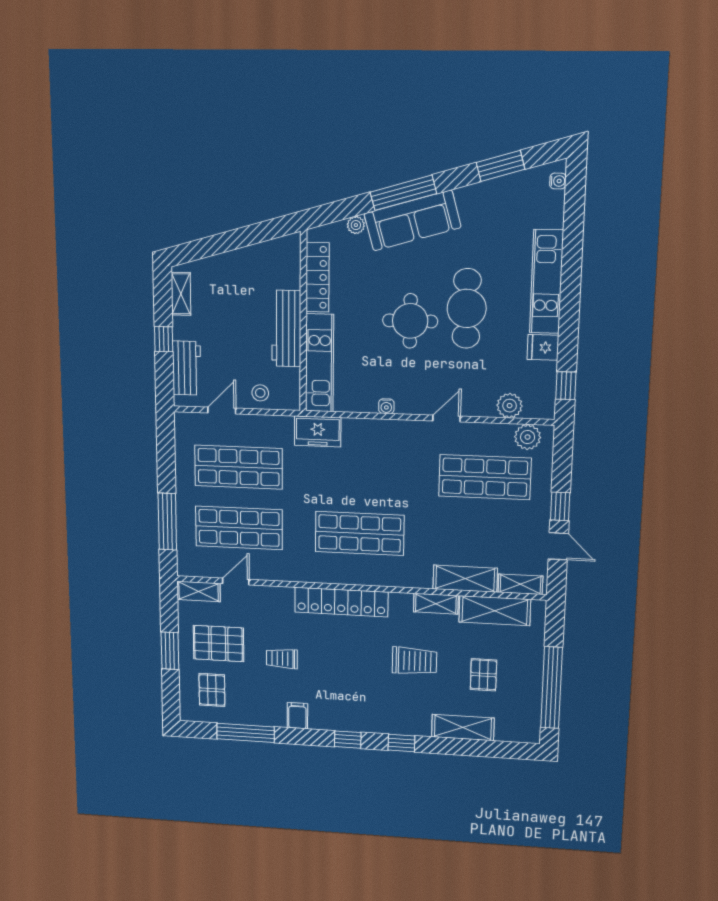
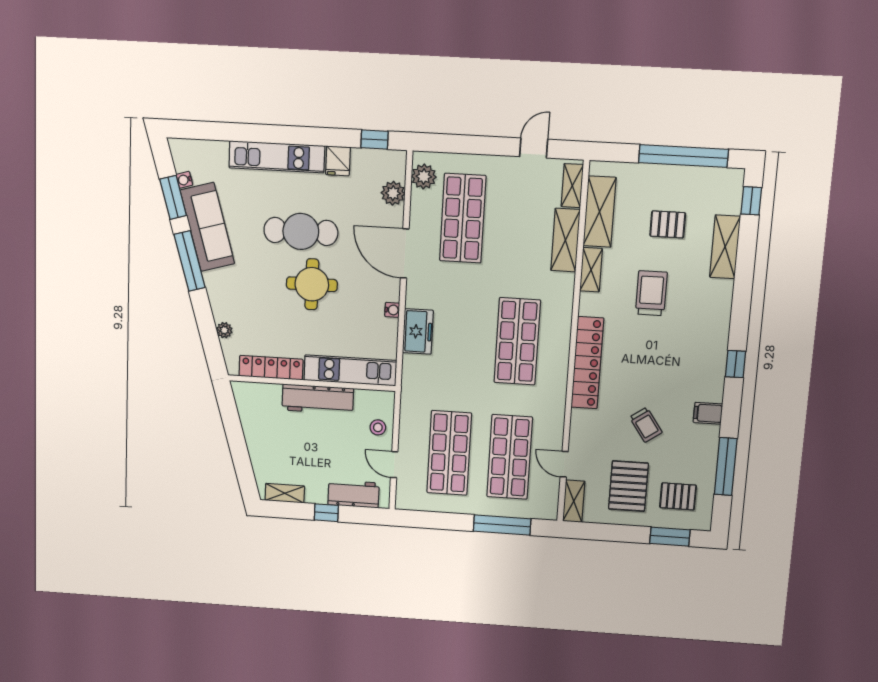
water cooler: (558, 181) -> (184, 180), moved, turned -106
window: (403, 193) -> (190, 261), moved
sofa: (412, 221) -> (207, 227), moved
door: (446, 419) -> (405, 253), width x1.88
freezer: (318, 431) -> (418, 331), moved
window: (560, 506) -> (493, 146), removed
window: (170, 651) -> (670, 537), moved
trolley: (282, 659) -> (646, 425), turned -35
window: (401, 743) -> (751, 201), moved

